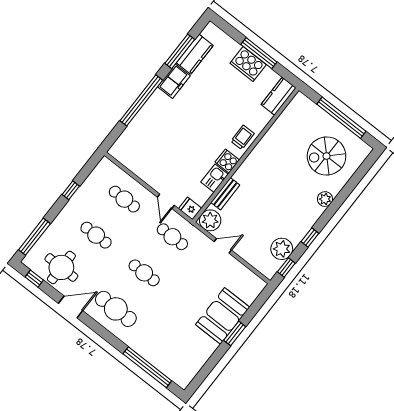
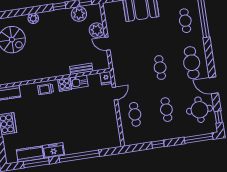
plant: (210, 220) -> (97, 30), moved
cafe table: (172, 237) -> (185, 21), moved

